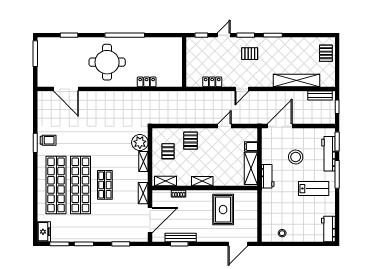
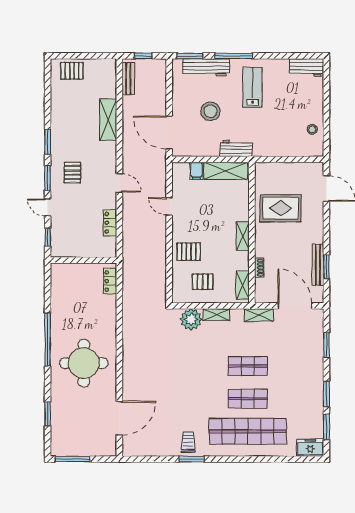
shelving: (297, 80) -> (108, 120), width x0.68
locker: (147, 82) -> (110, 281), moved
shop shelf: (80, 185) -> (248, 399), width x0.50, depth x0.74

